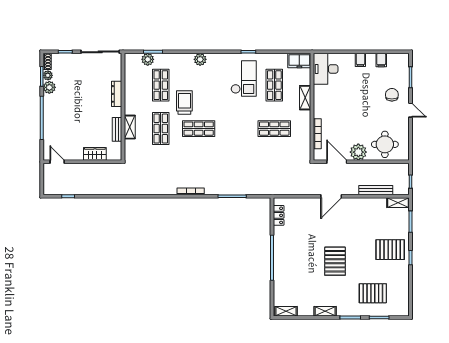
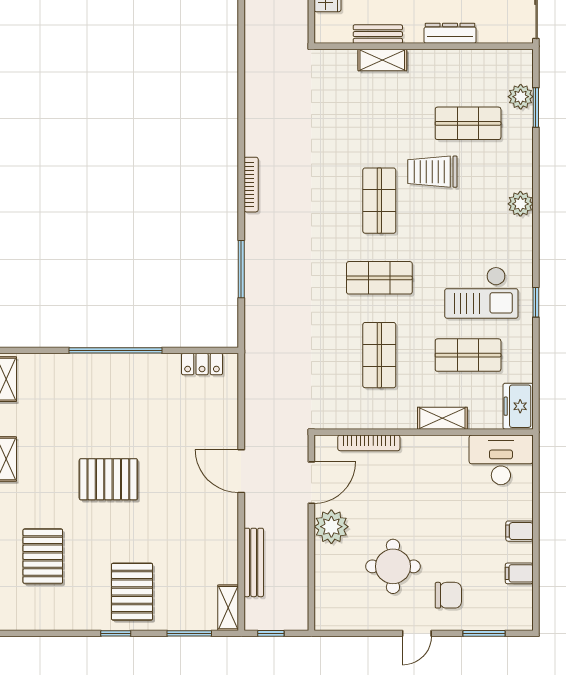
trolley: (184, 102) -> (432, 172), turned 180
shop shelf: (161, 129) -> (379, 278), moved
round table: (385, 144) -> (393, 566), moved

